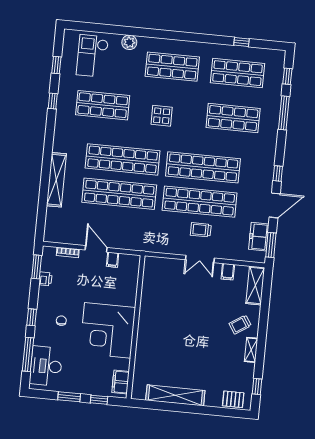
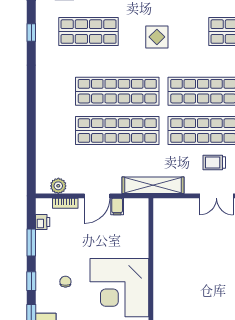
shelving: (56, 180) -> (153, 185), moved, turned 90
plant: (63, 237) -> (58, 186), added
door: (96, 249) -> (97, 196), swing flipped
window: (37, 267) -> (31, 242), moved
printer: (45, 279) -> (43, 222), moved

